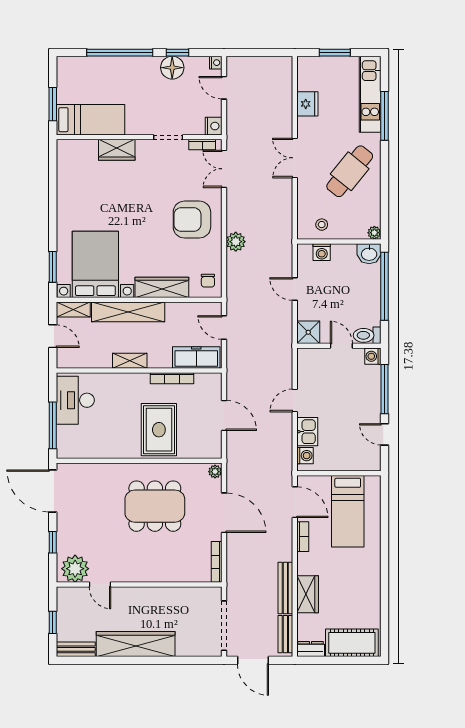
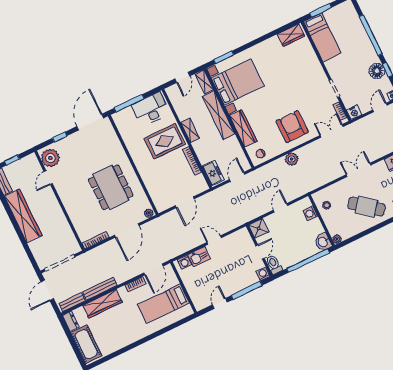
wardrobe: (117, 150) -> (291, 35), moved, turned -90
freezer: (196, 358) -> (213, 173), width x0.71
rug: (159, 430) -> (165, 141), moved
wardrobe: (308, 594) -> (102, 304), width x1.50

